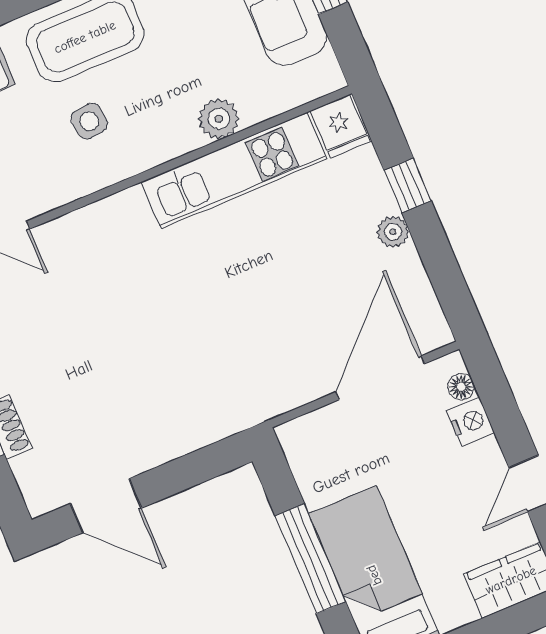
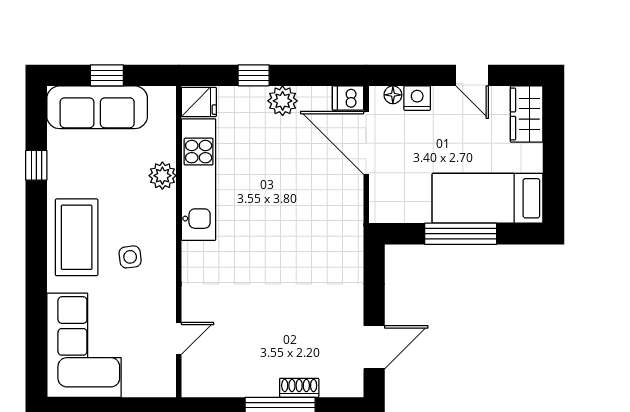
plant: (393, 232) -> (283, 101), width x1.38, depth x1.38
dishwasher: (431, 327) -> (348, 98), added

